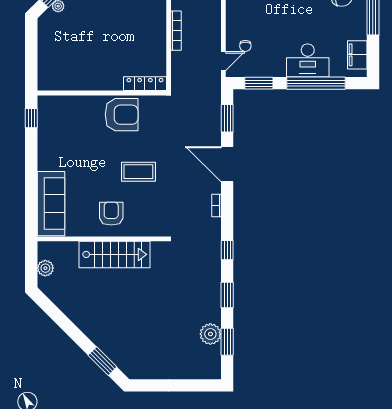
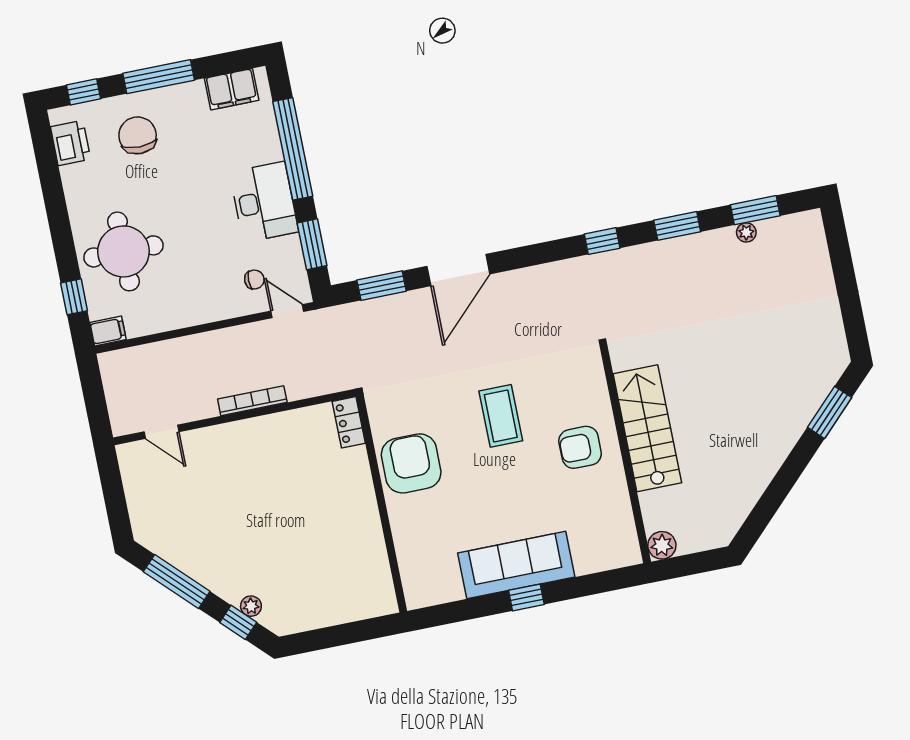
desk: (308, 60) -> (264, 202), moved
locker: (145, 84) -> (349, 422), width x0.66
window: (31, 118) -> (526, 597), moved
sofa: (51, 204) -> (516, 565), moved
bookcase: (217, 206) -> (531, 274), removed
plant: (45, 268) -> (662, 545), moved
plant: (210, 334) -> (746, 232), width x0.53, depth x0.53

